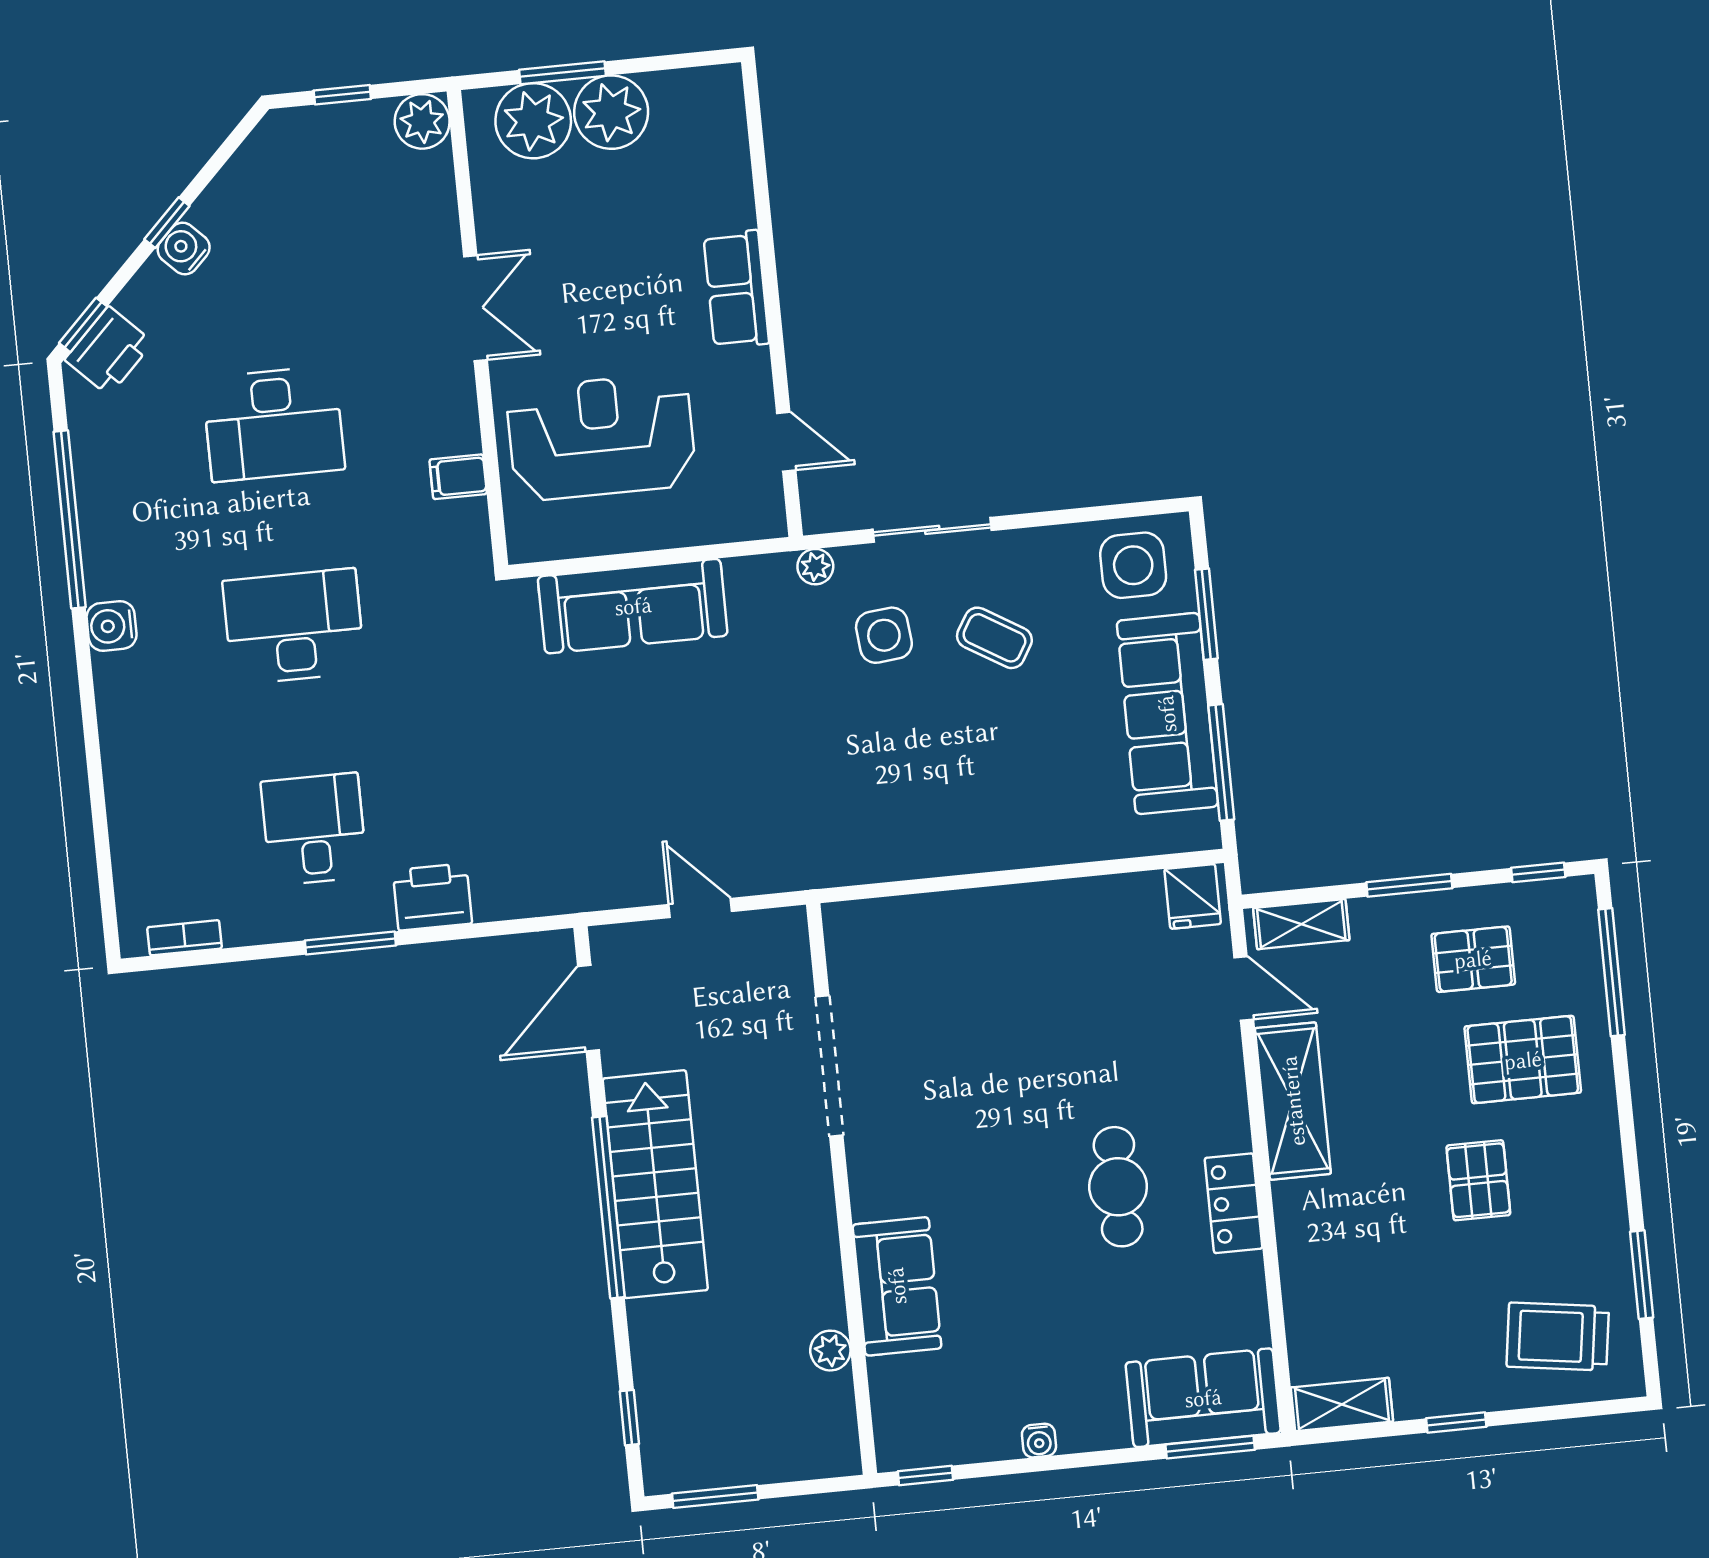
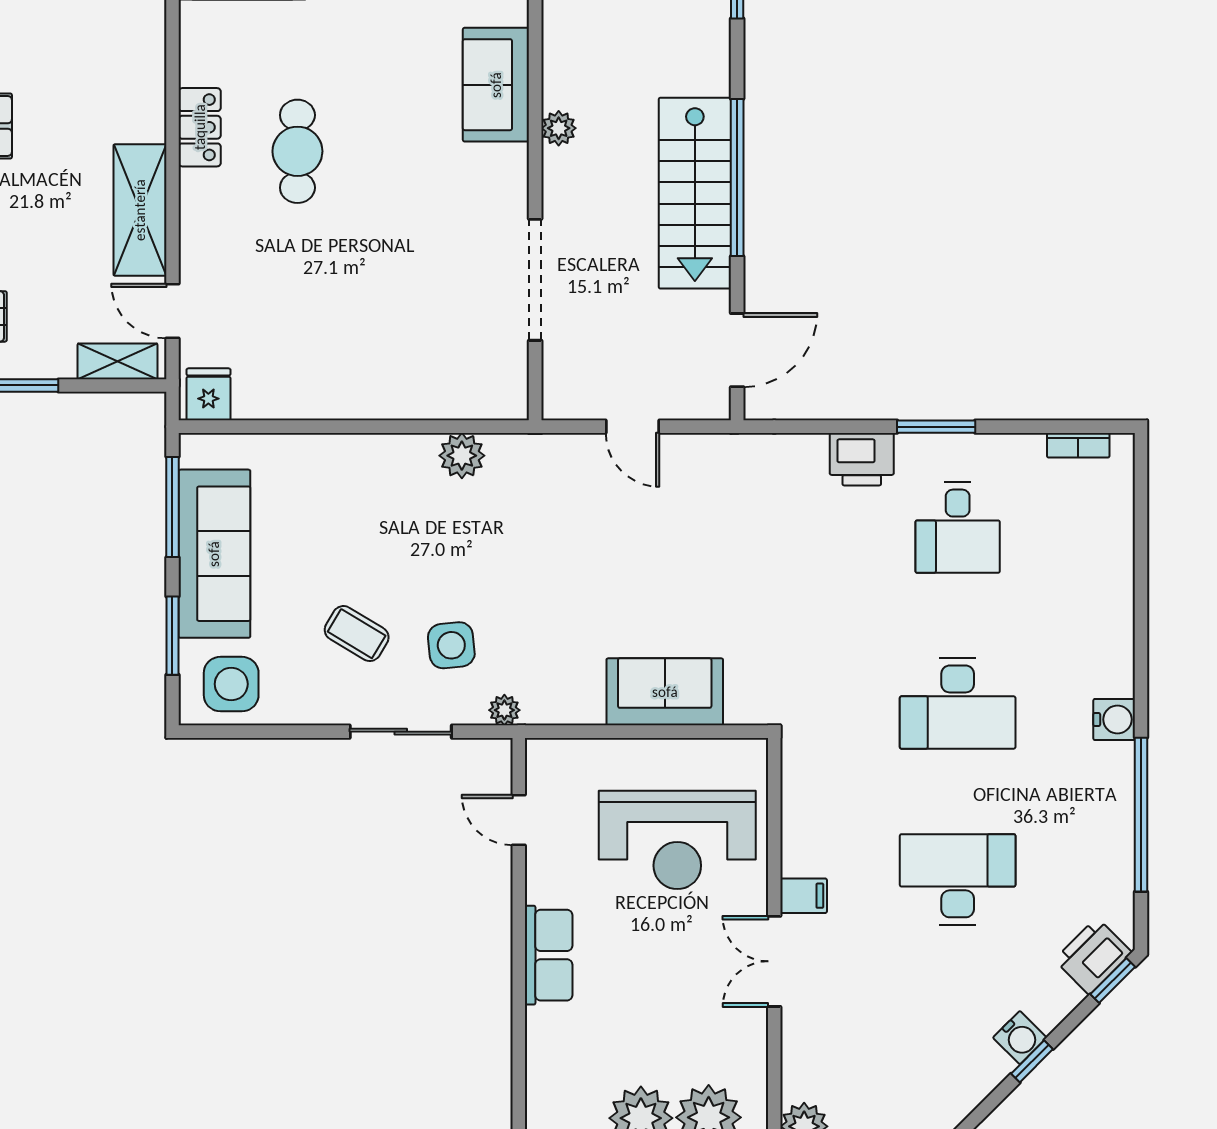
filing cabinet: (458, 477) -> (804, 896), moved
sofa: (633, 606) -> (665, 692), width x0.73
plant: (894, 855) -> (462, 456), added
plant: (830, 1351) -> (559, 128), moved

